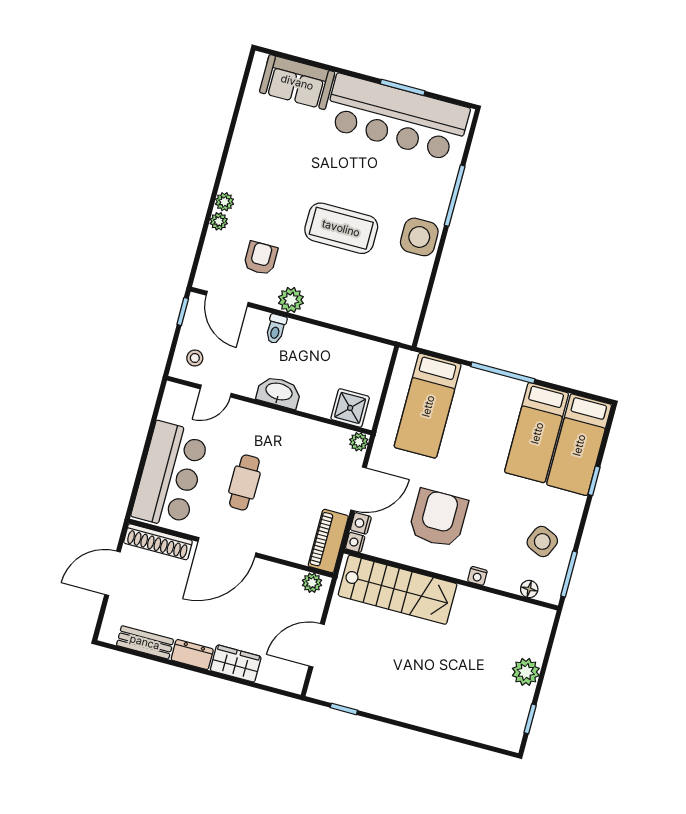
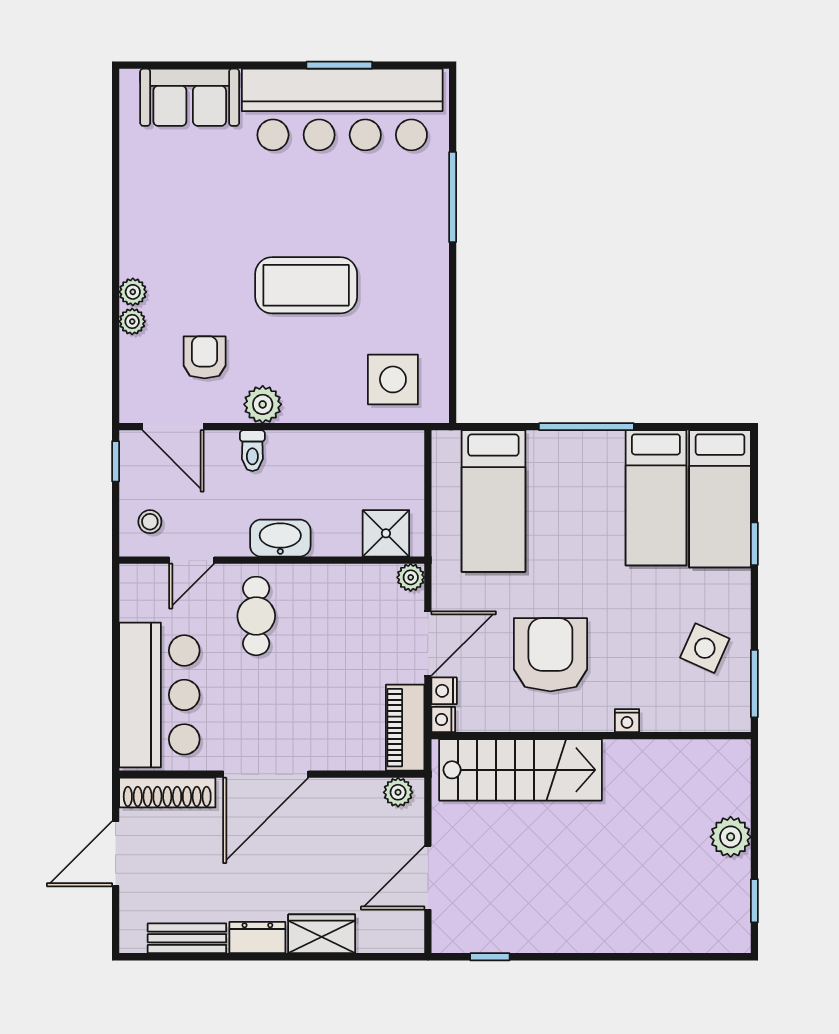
side table: (419, 237) -> (393, 379), moved
cafe table: (244, 482) -> (256, 616), moved
floor lamp: (529, 589) -> (704, 720), removed

